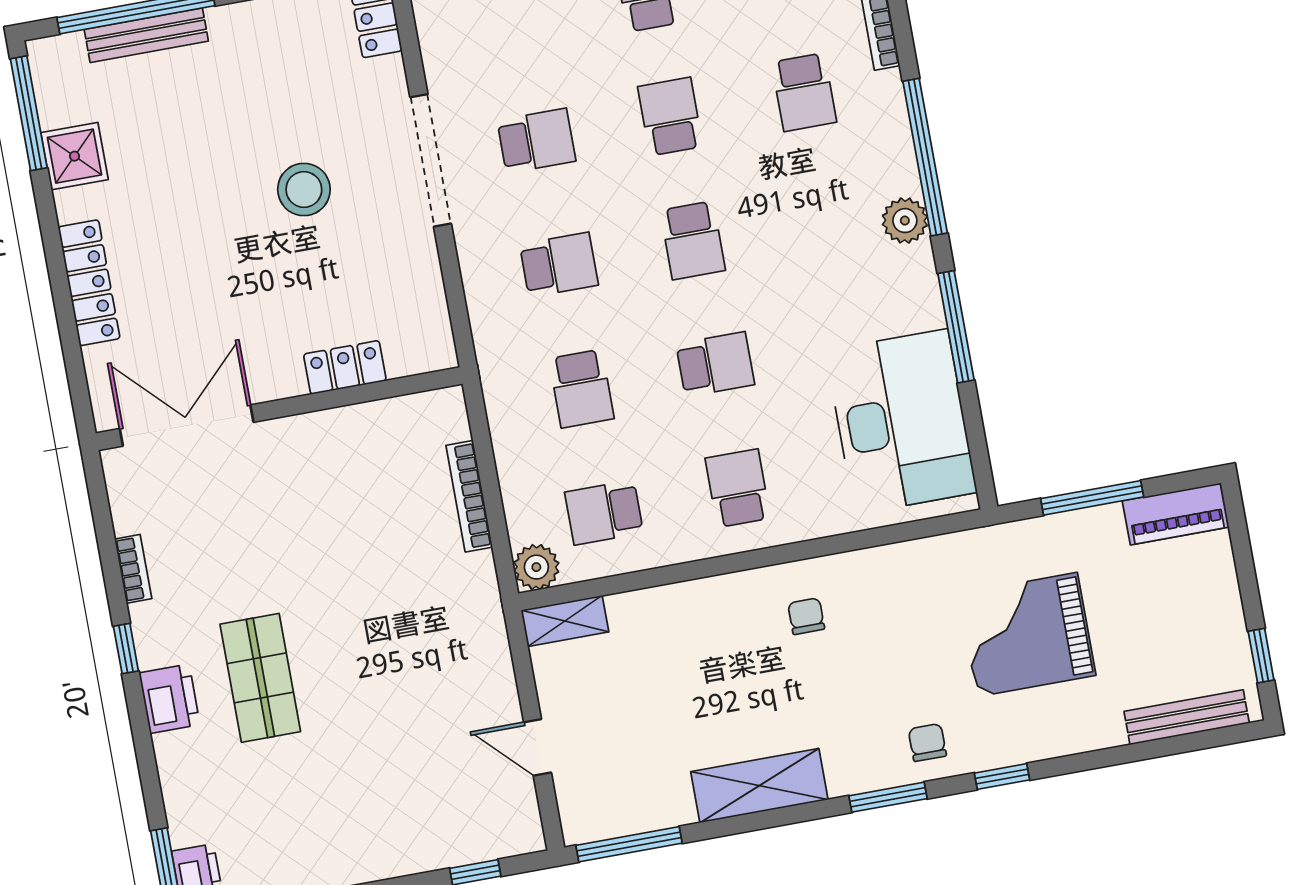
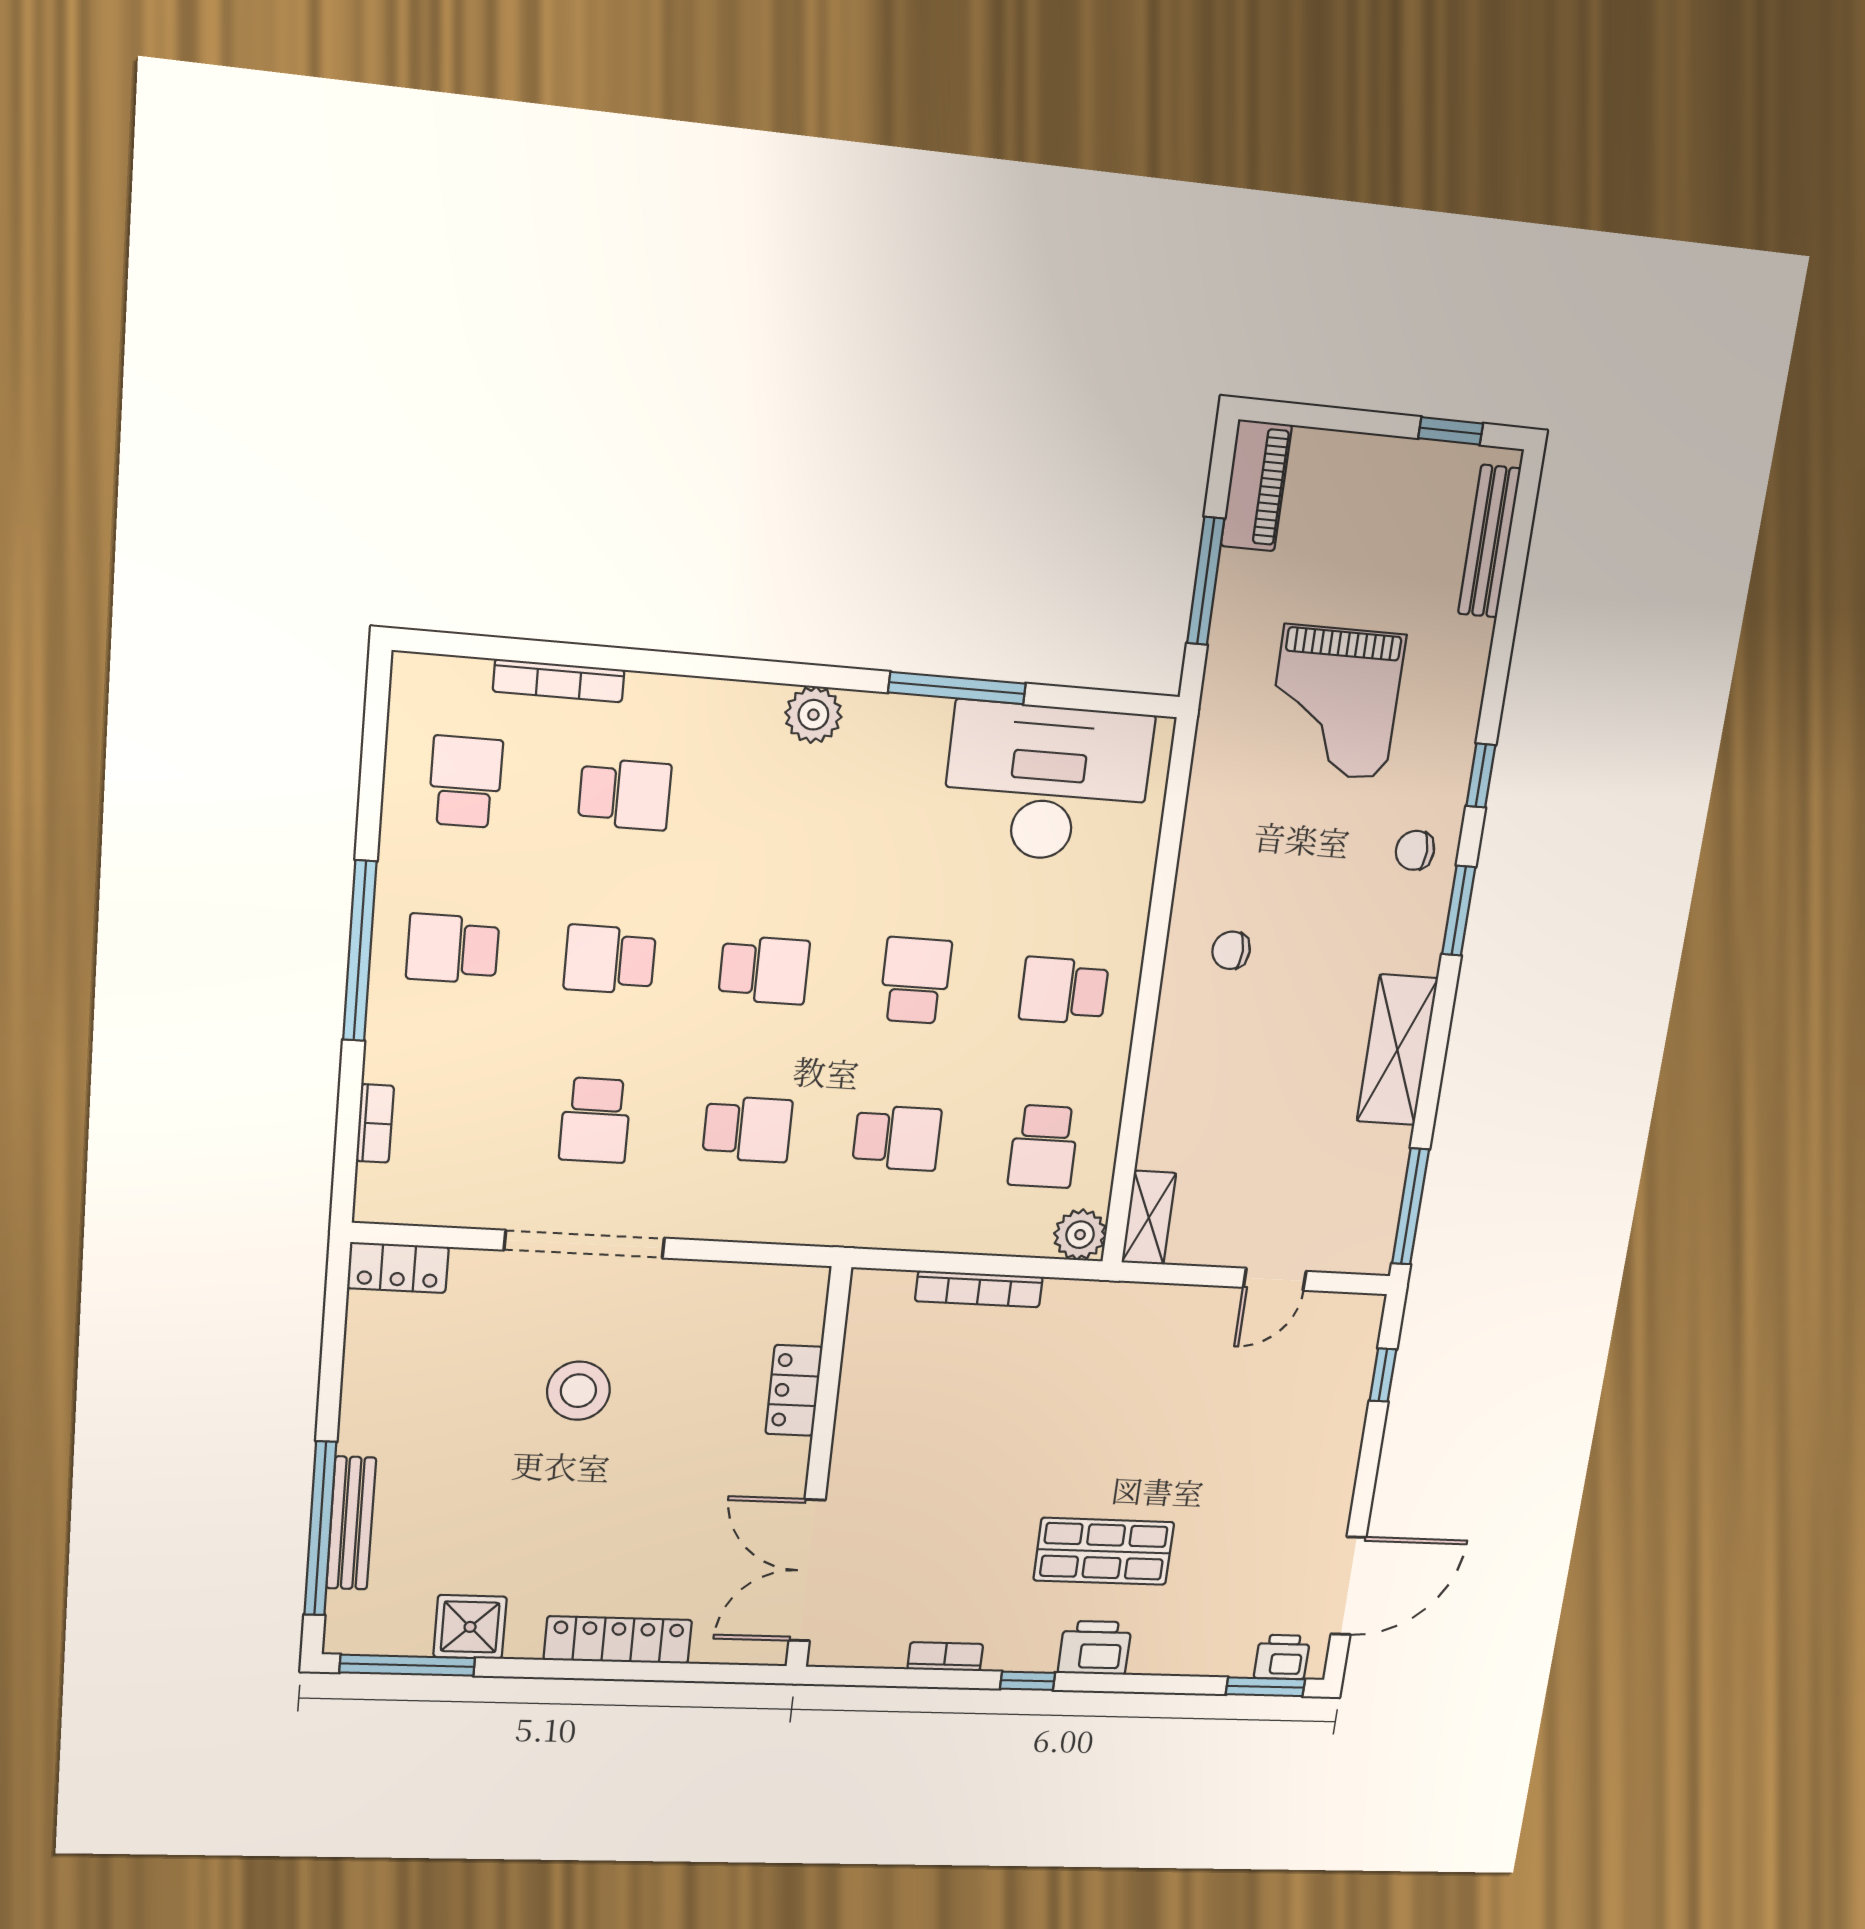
school desk: (536, 141) -> (595, 1120), turned 180
window: (925, 157) -> (744, 670), removed
school desk: (559, 265) -> (747, 1129), turned 90

